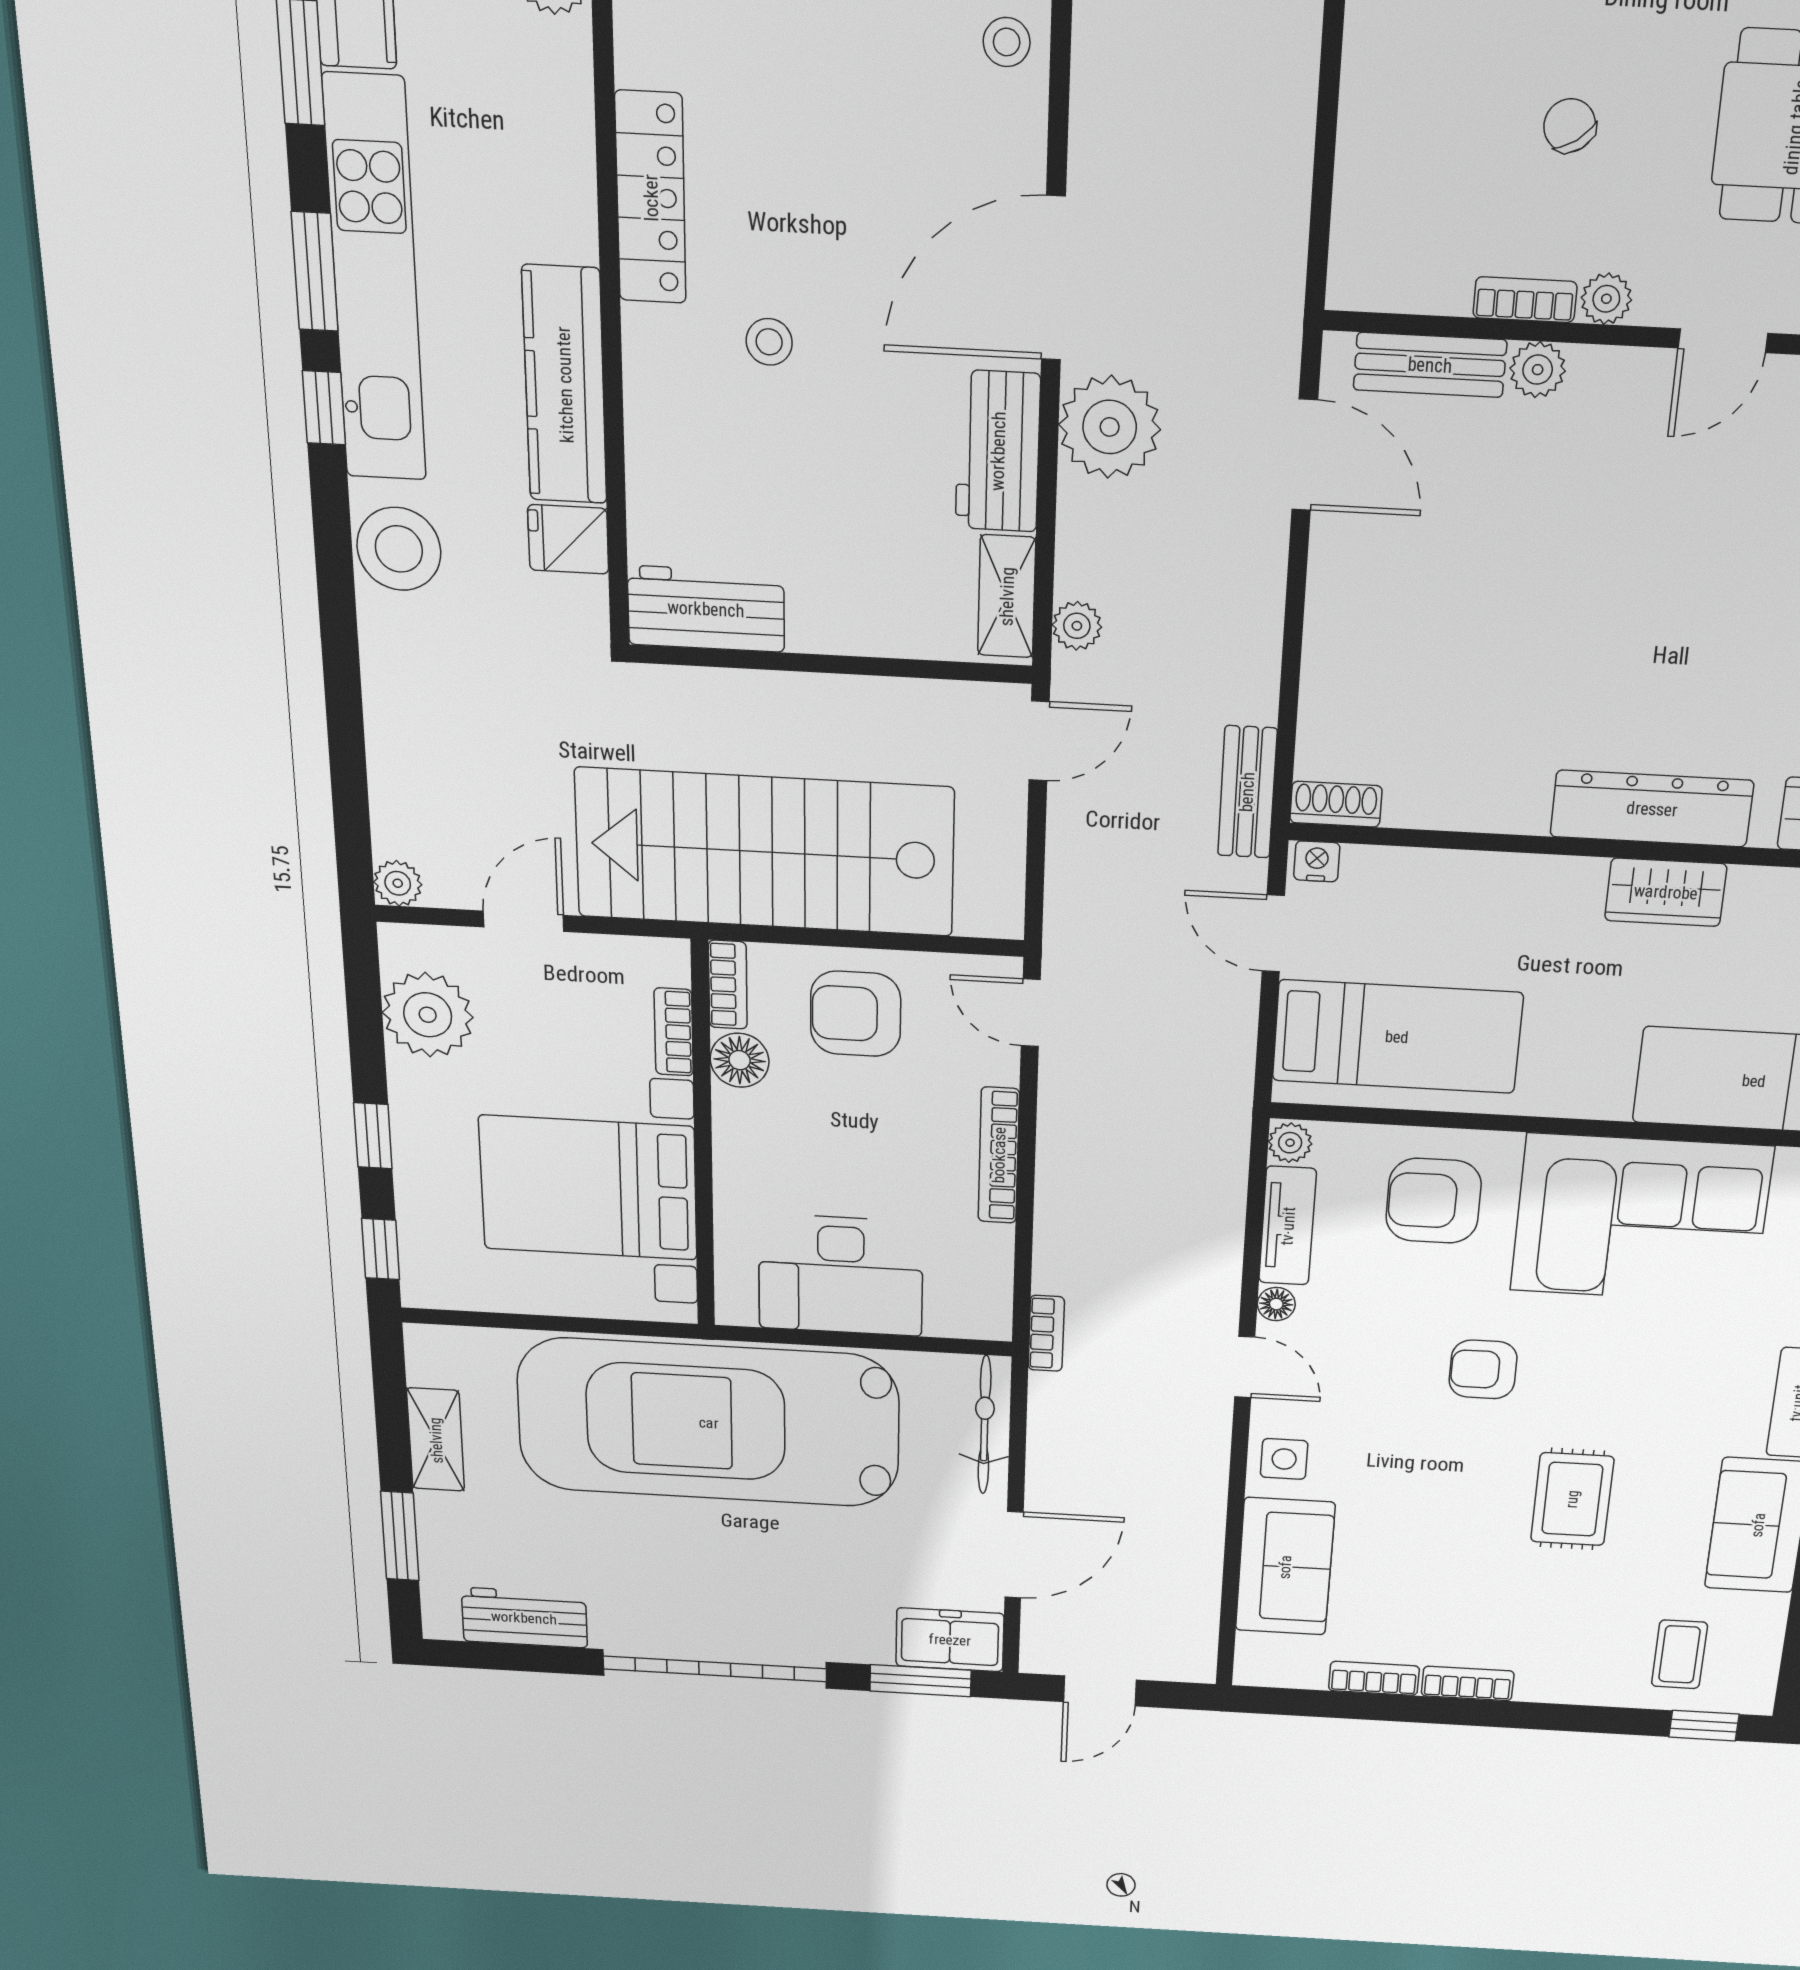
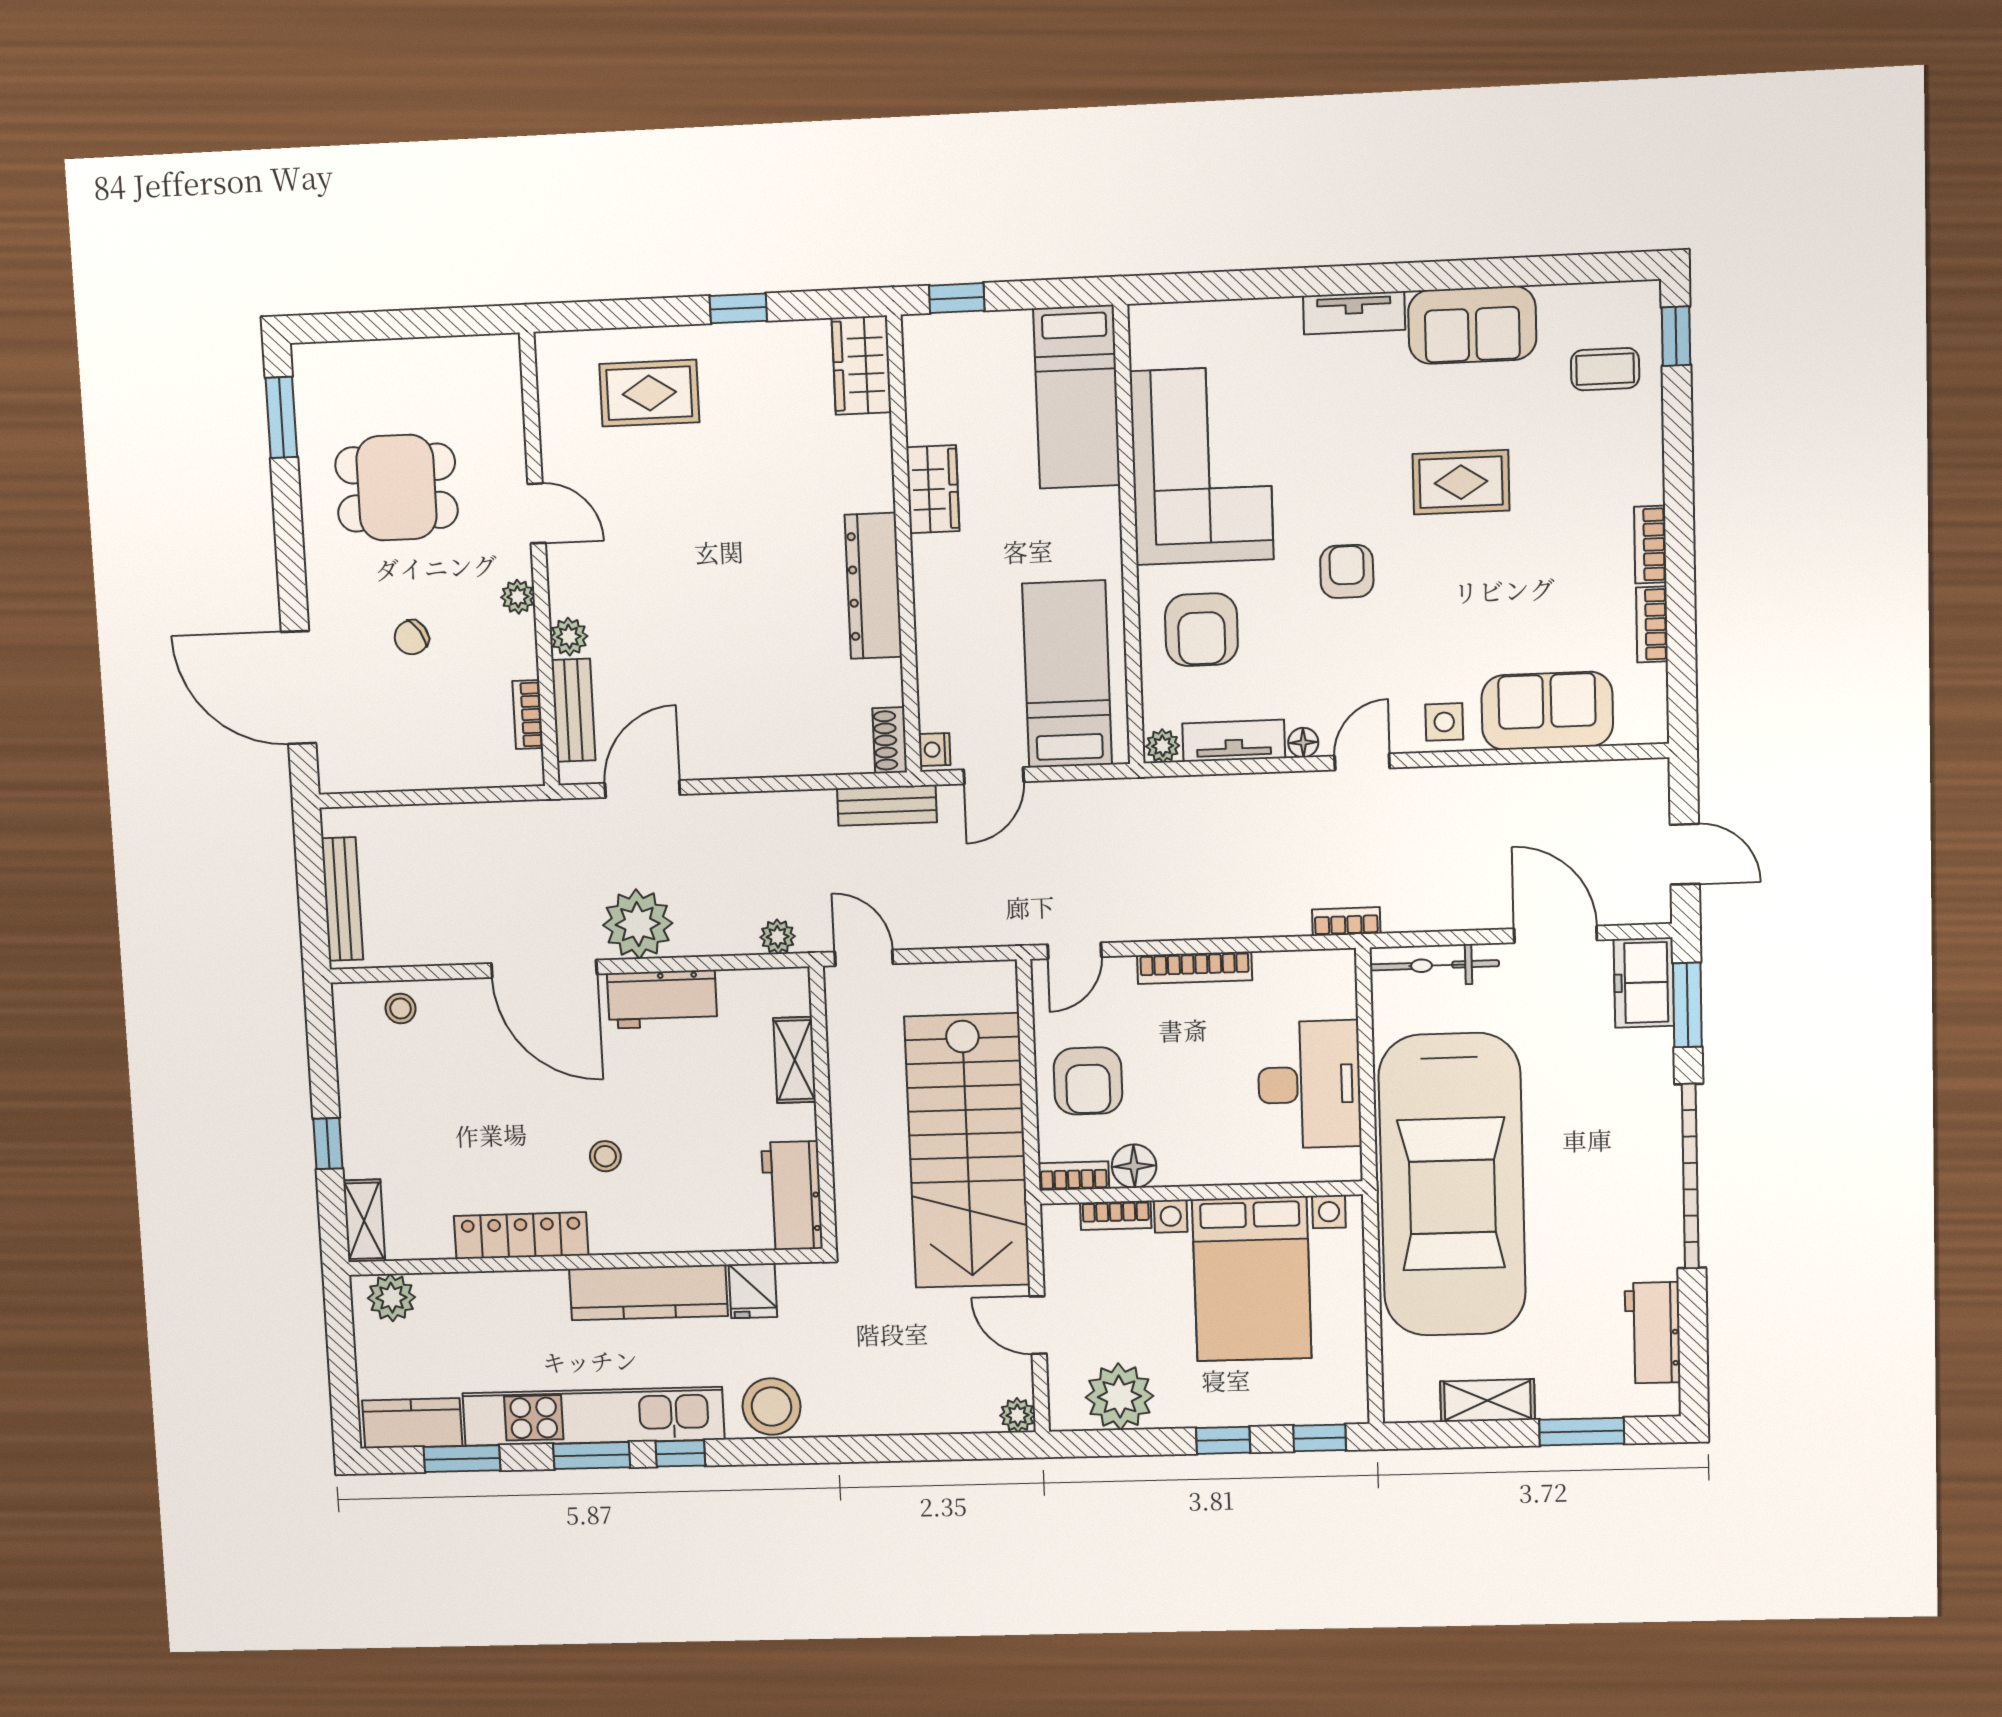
bookcase: (1525, 300) -> (528, 715), moved
shelving: (1007, 596) -> (795, 1060), moved, turned 90
dresser: (1652, 809) -> (873, 586), moved
armchair: (1483, 1369) -> (1347, 571), turned 180

